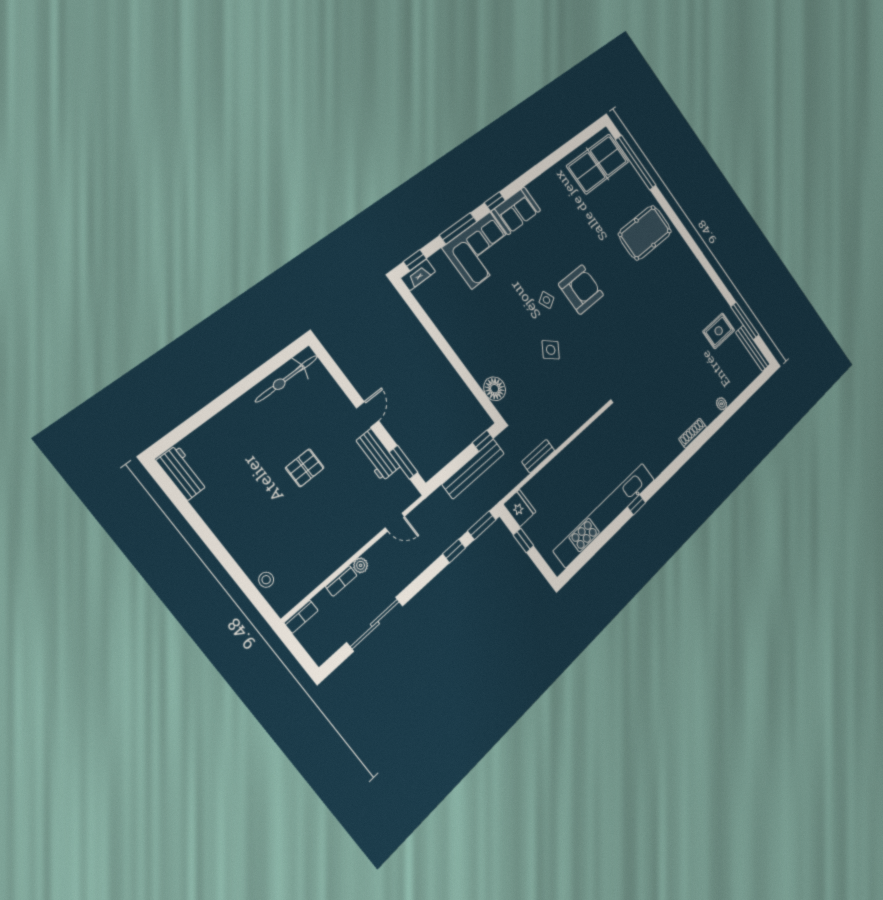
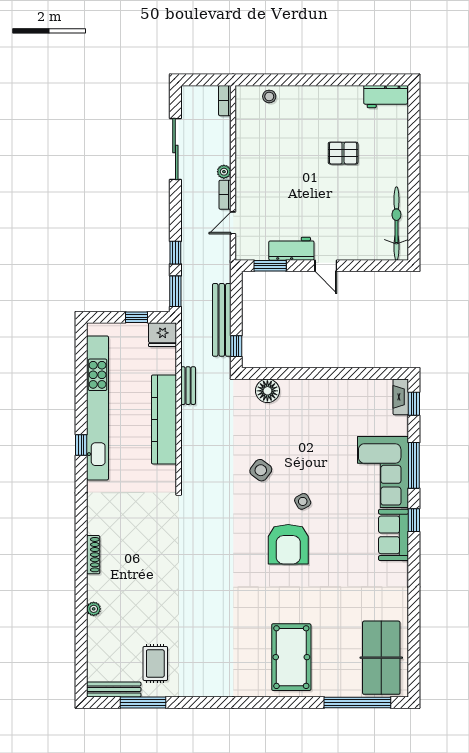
kitchen counter: (574, 455) -> (164, 419), added
pallet: (305, 468) -> (343, 153), moved, turned 90
bookcase: (341, 581) -> (225, 195), moved

